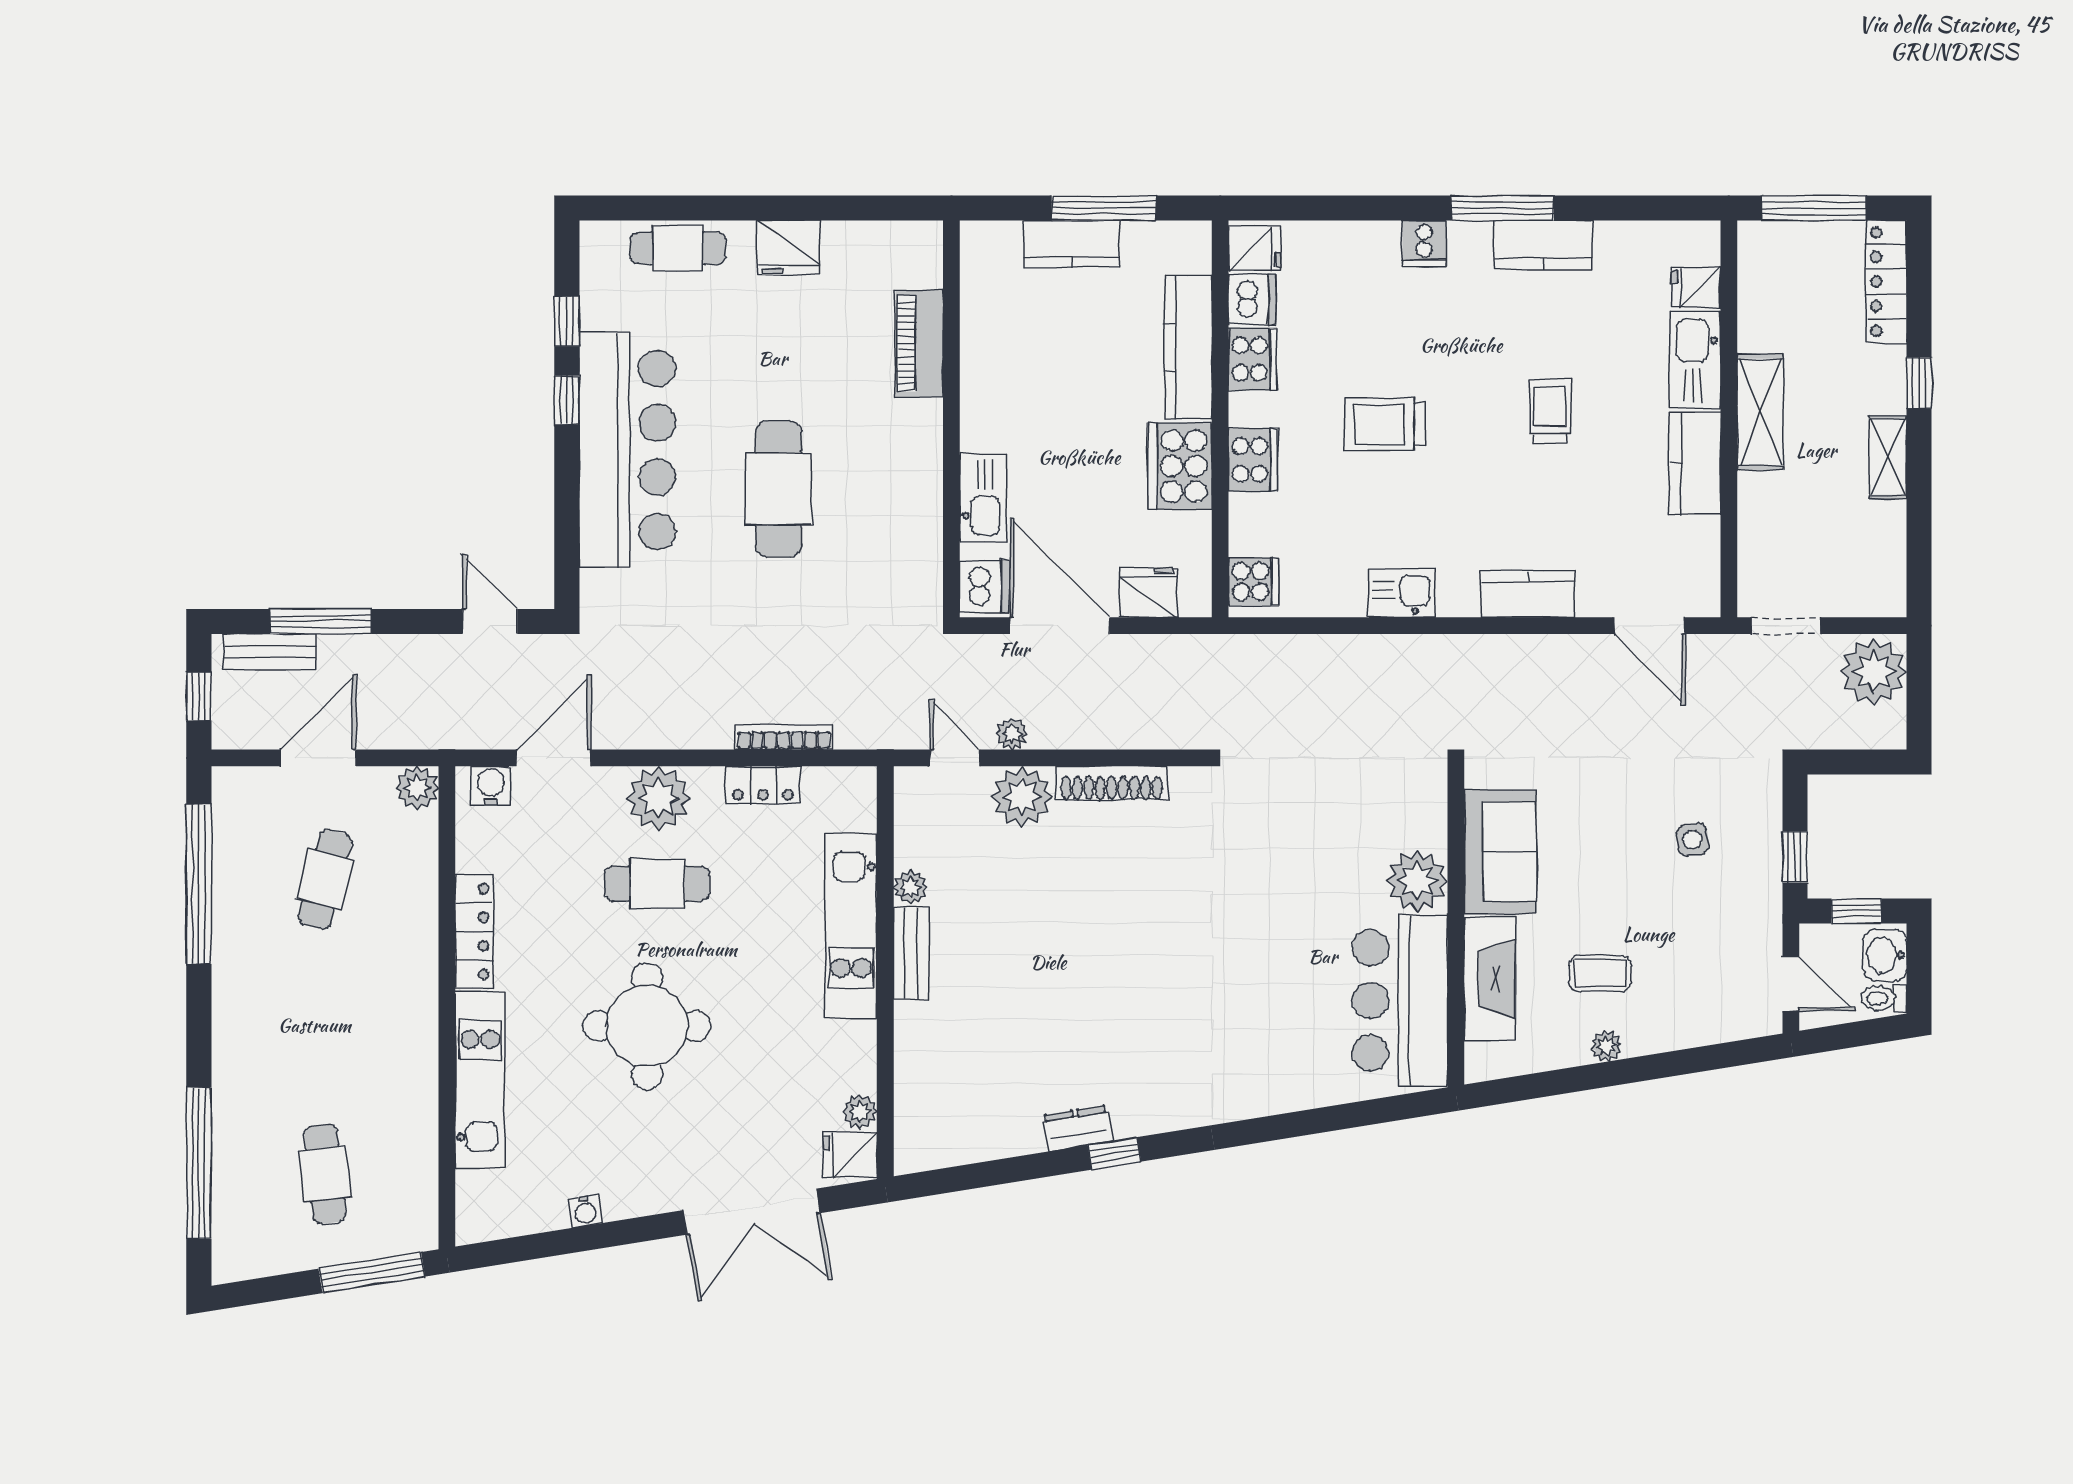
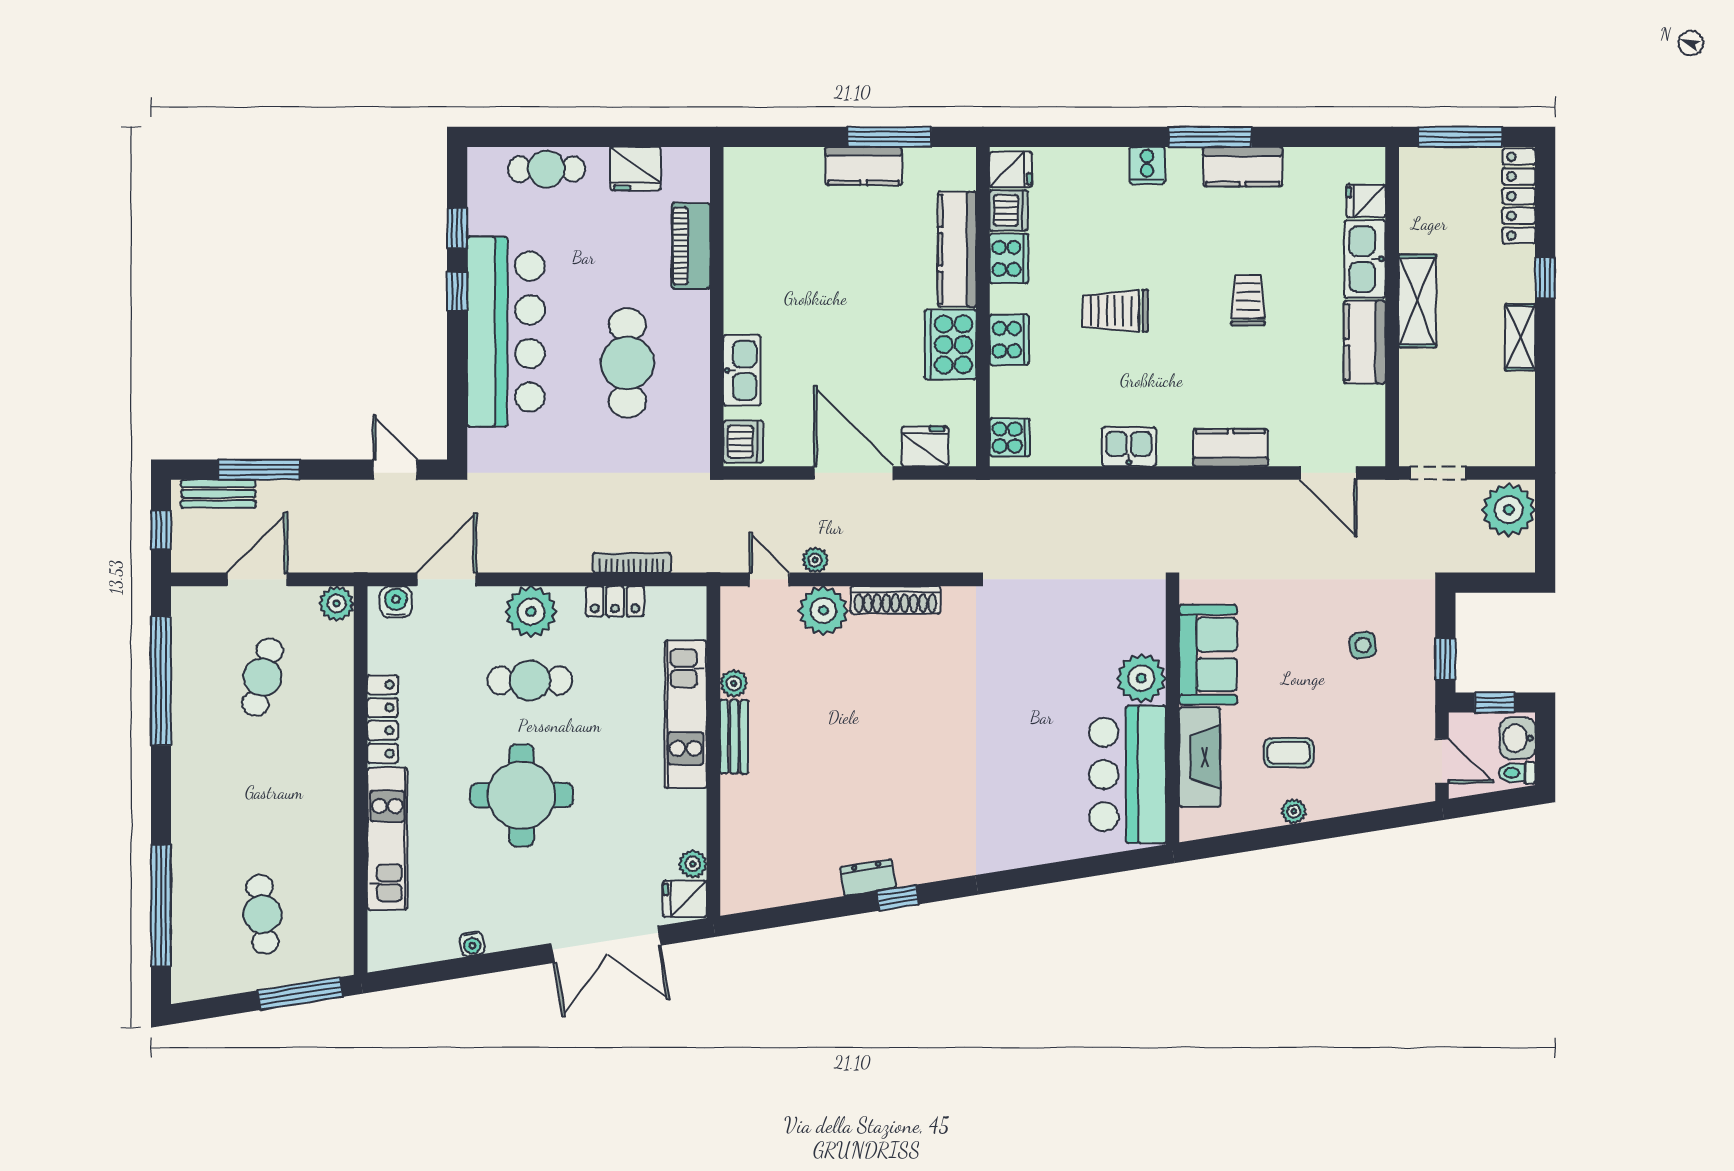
piano: (919, 343) -> (691, 246), moved
wall: (951, 419) -> (717, 307), moved
kitchen sink: (983, 498) -> (742, 370), moved
dishwasher: (984, 587) -> (743, 442), moved

